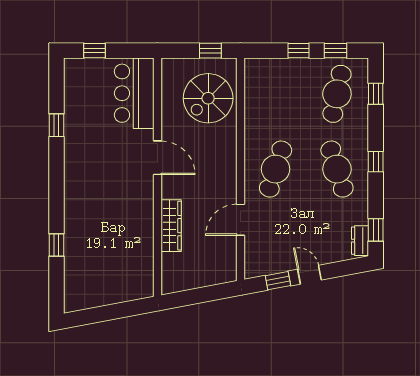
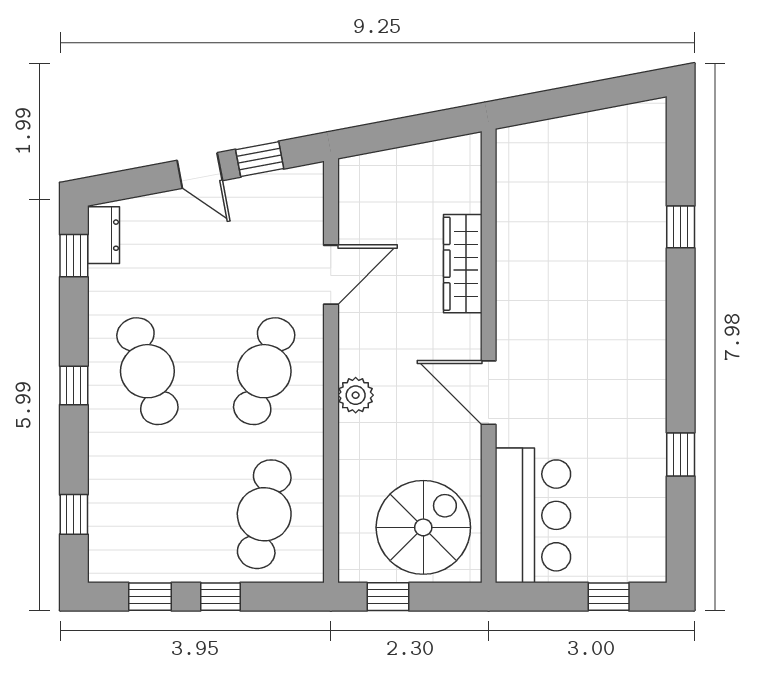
cafe table: (337, 94) -> (264, 514), moved
spiral stairs: (208, 98) -> (423, 527), moved
plant: (227, 156) -> (356, 395), added

